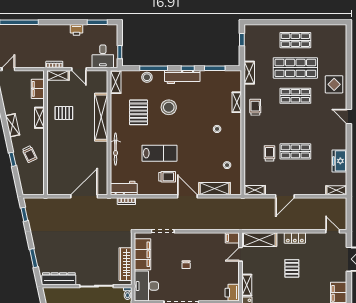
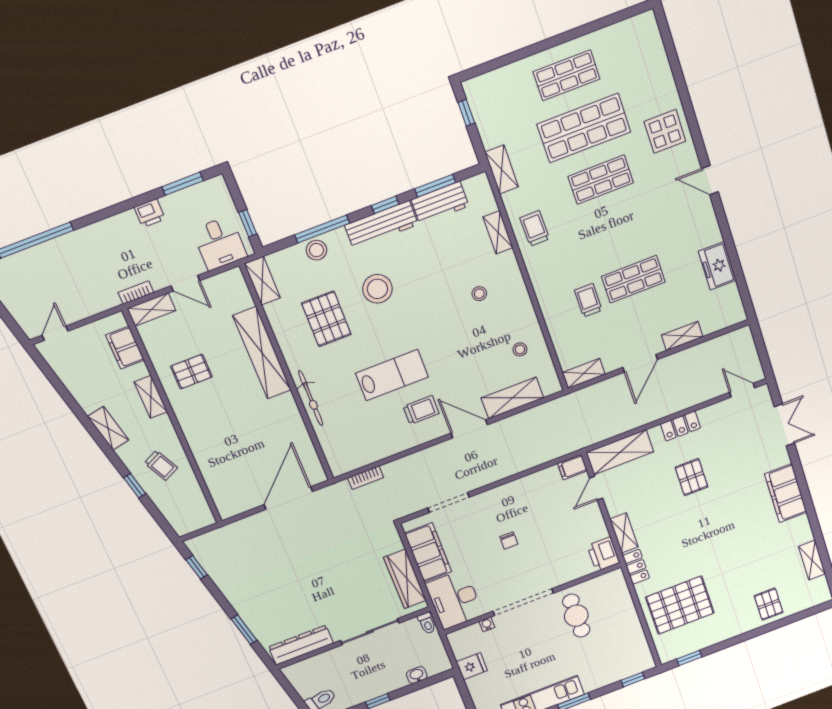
workbench: (124, 188) -> (440, 203), moved, turned 180
shelving: (336, 190) -> (682, 336), moved

